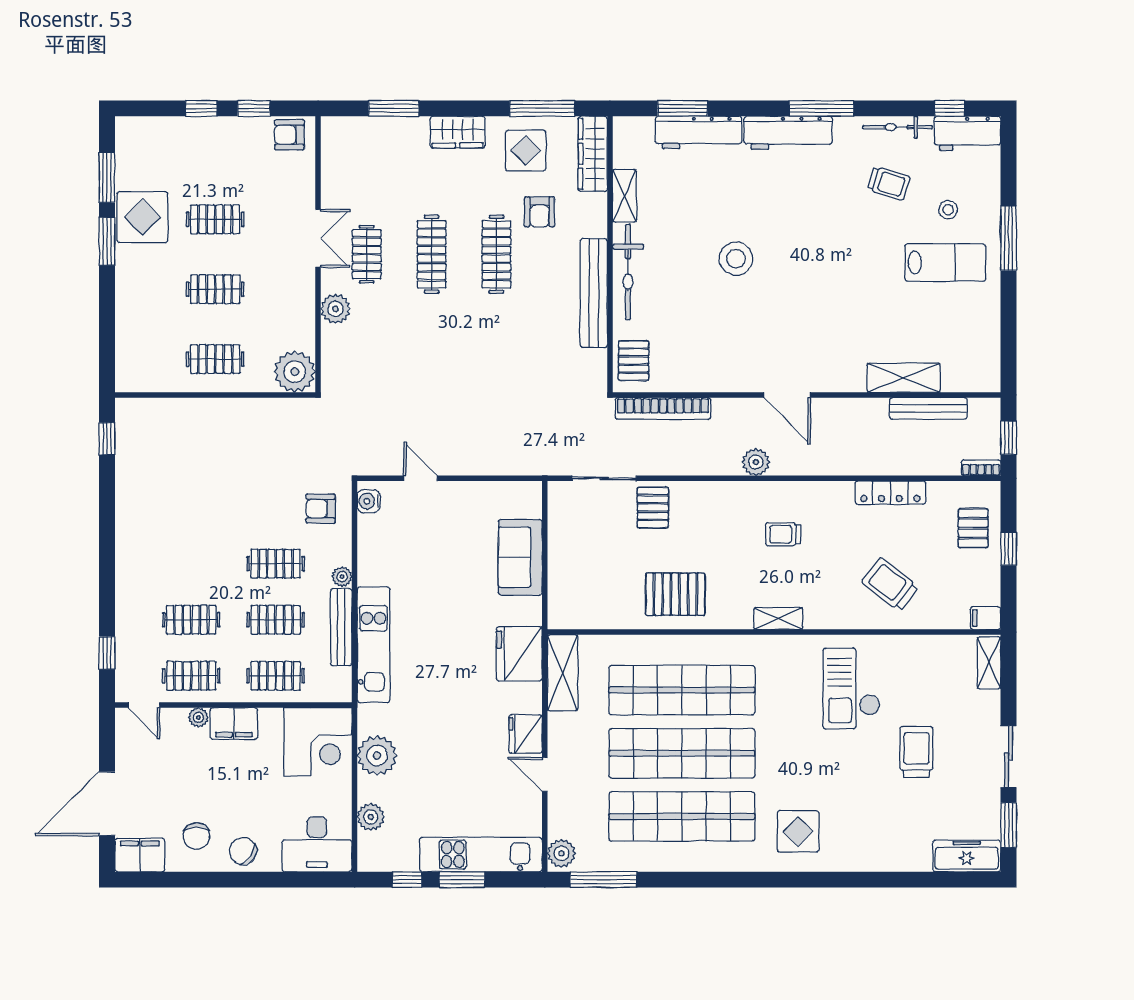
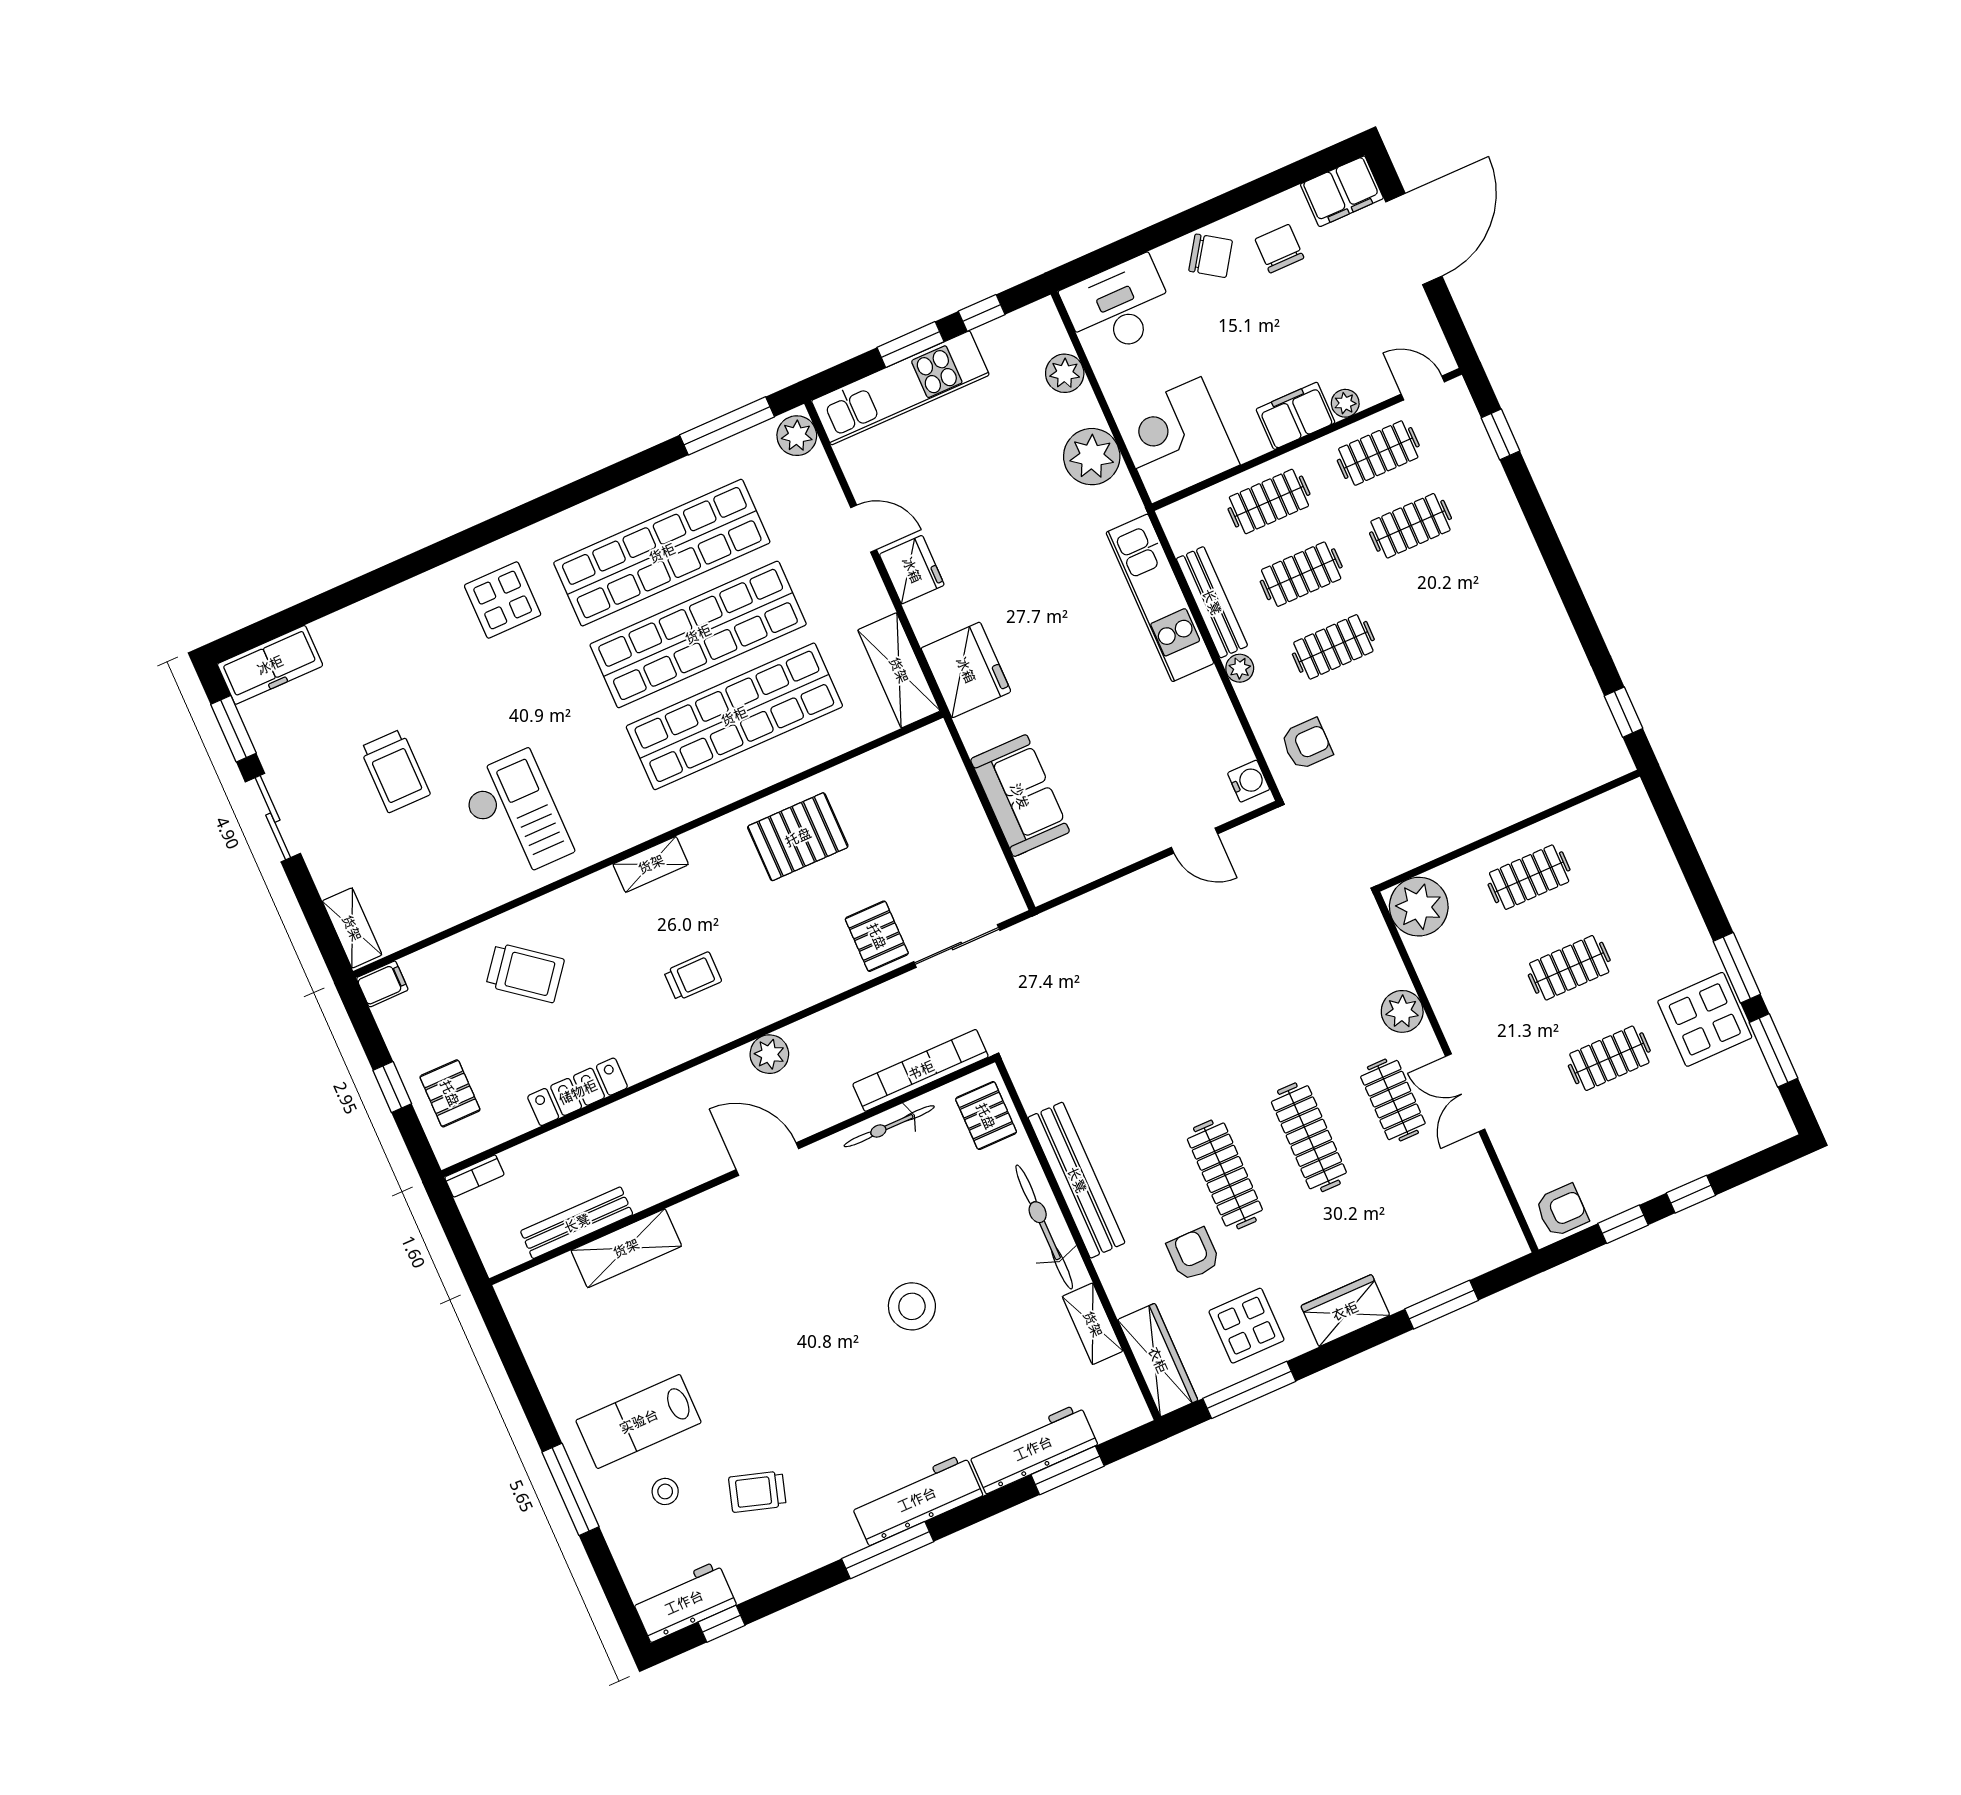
bicycle: (897, 127) -> (889, 1126), moved, turned 180
window: (1009, 438) -> (456, 1231), removed

